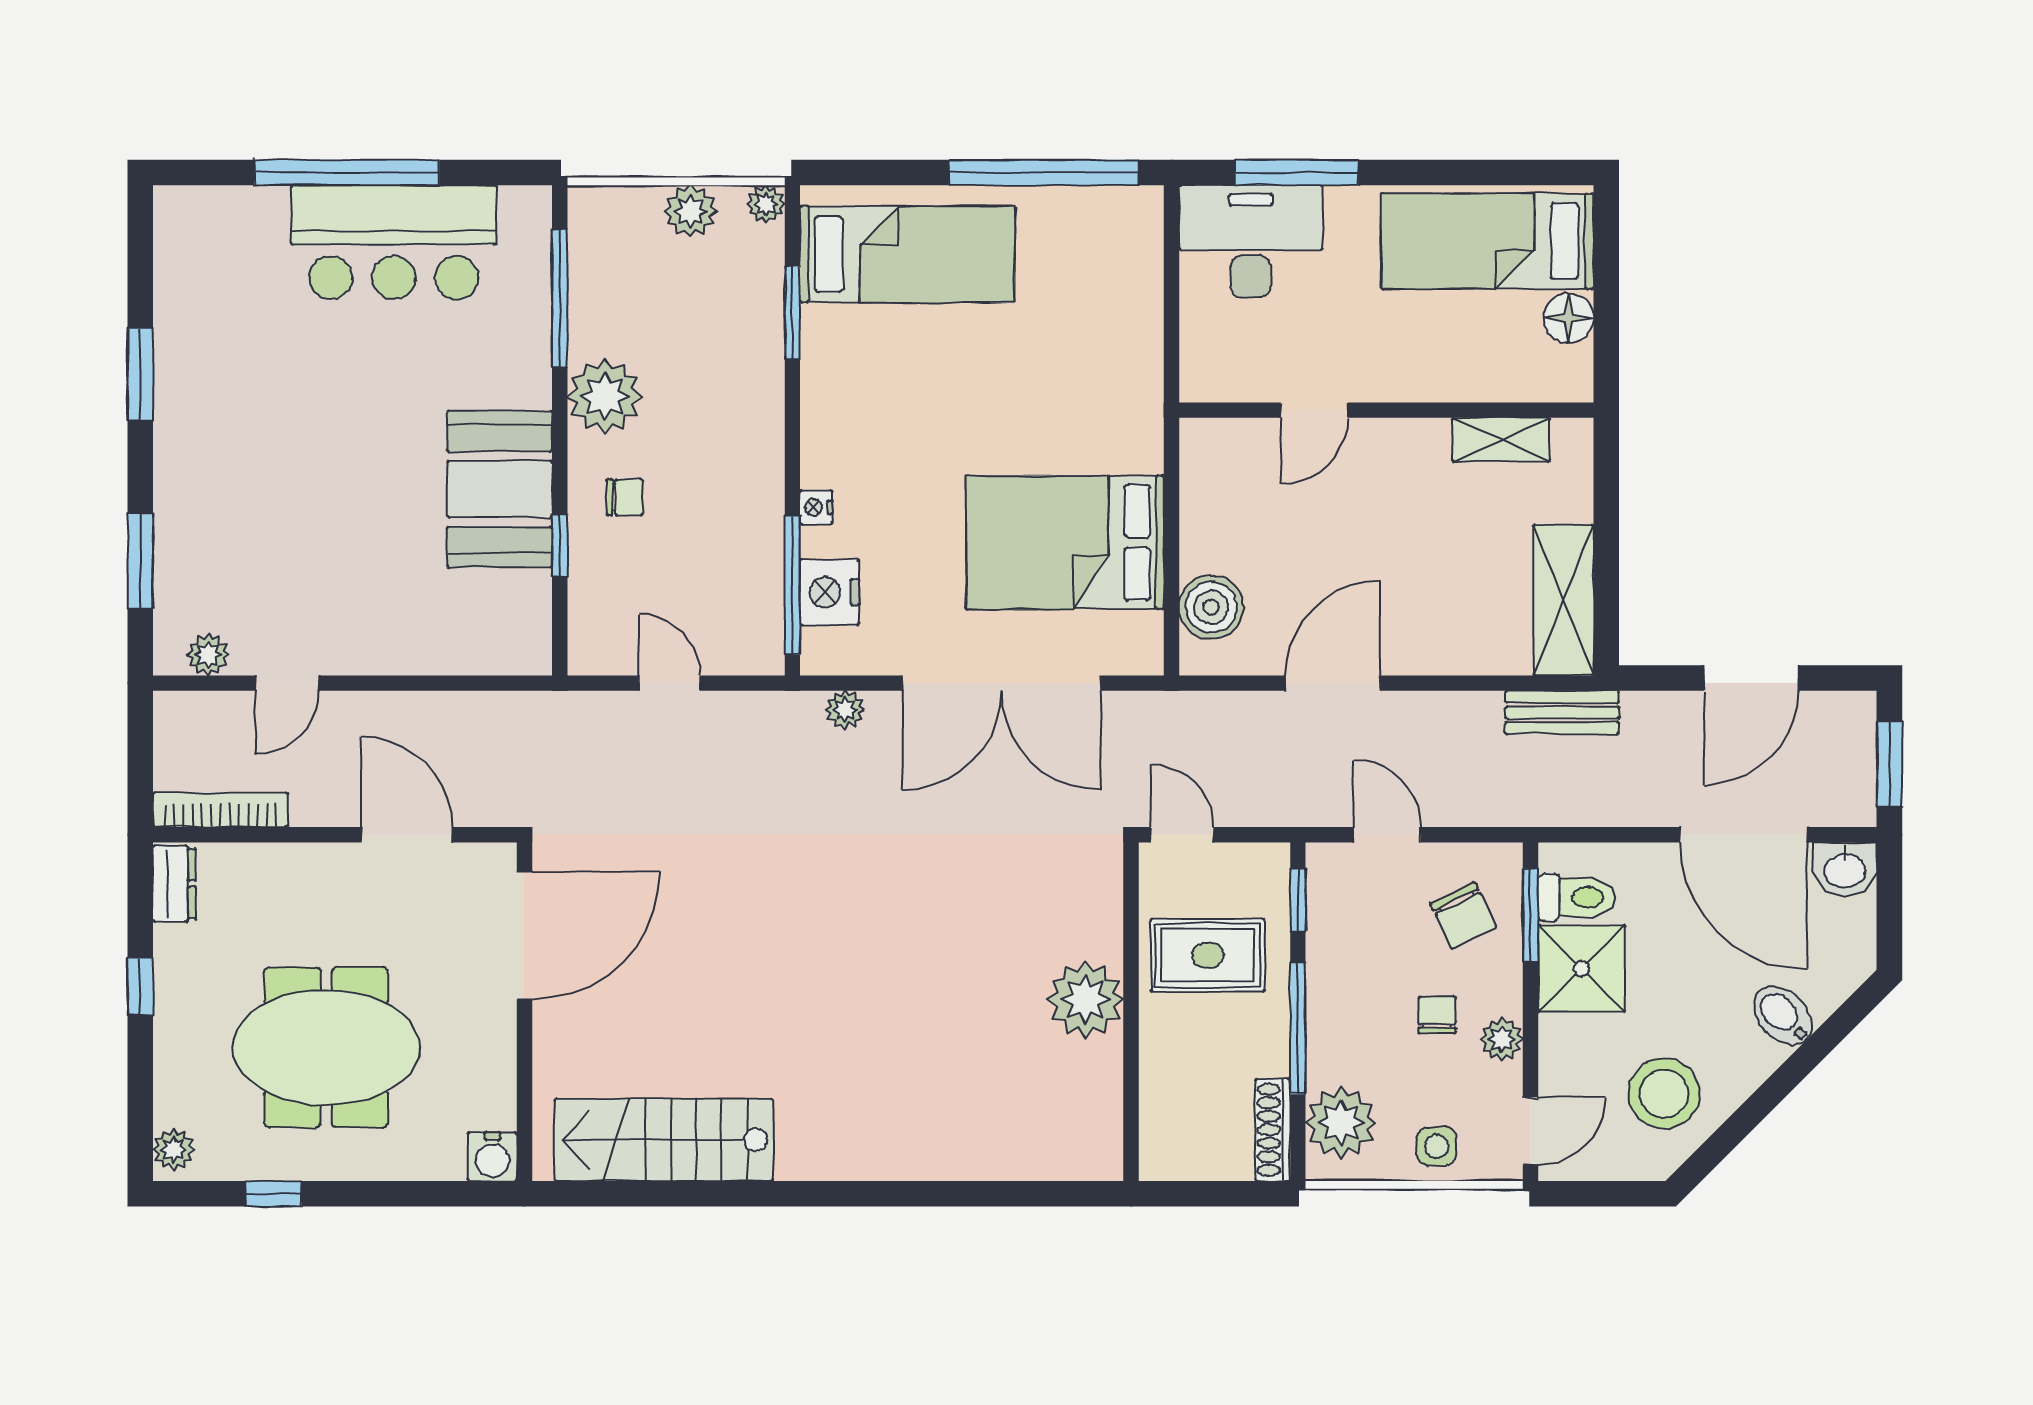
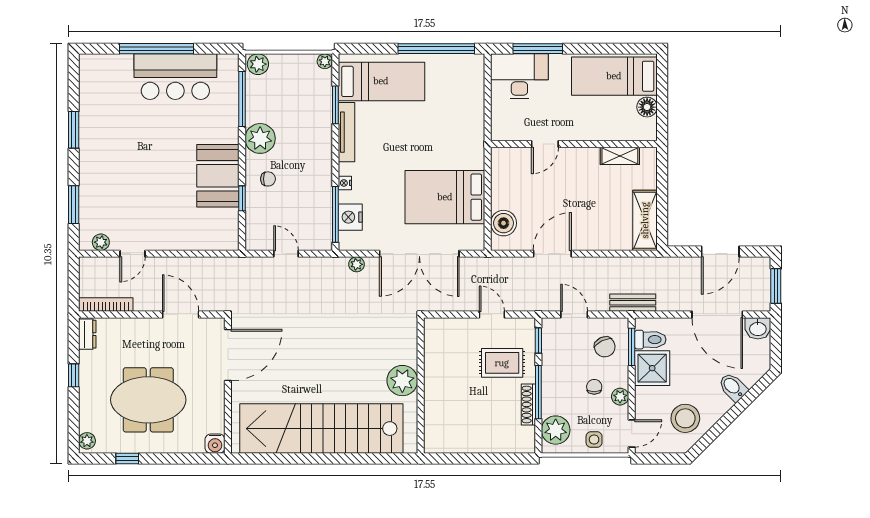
plant: (690, 211) -> (258, 64), moved
tv unit: (820, 381) -> (346, 132), added
bench: (1562, 712) -> (633, 303), moved
plant: (1085, 999) -> (402, 381), moved
wall: (1131, 1012) -> (421, 385), moved
shoe rack: (1273, 1130) -> (528, 404), moved
stairs: (664, 1140) -> (321, 429), width x1.86, depth x1.51

